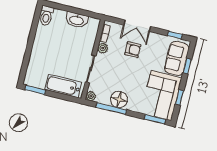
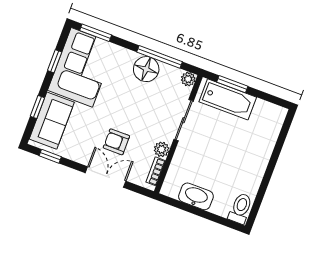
window: (35, 90) -> (232, 84), moved

